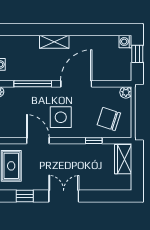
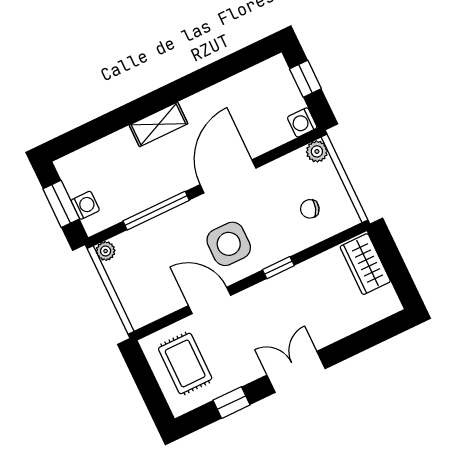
washing machine: (125, 42) -> (302, 122), moved
chair: (109, 119) -> (310, 209), width x0.54, depth x0.54
window: (94, 141) -> (278, 268), moved

